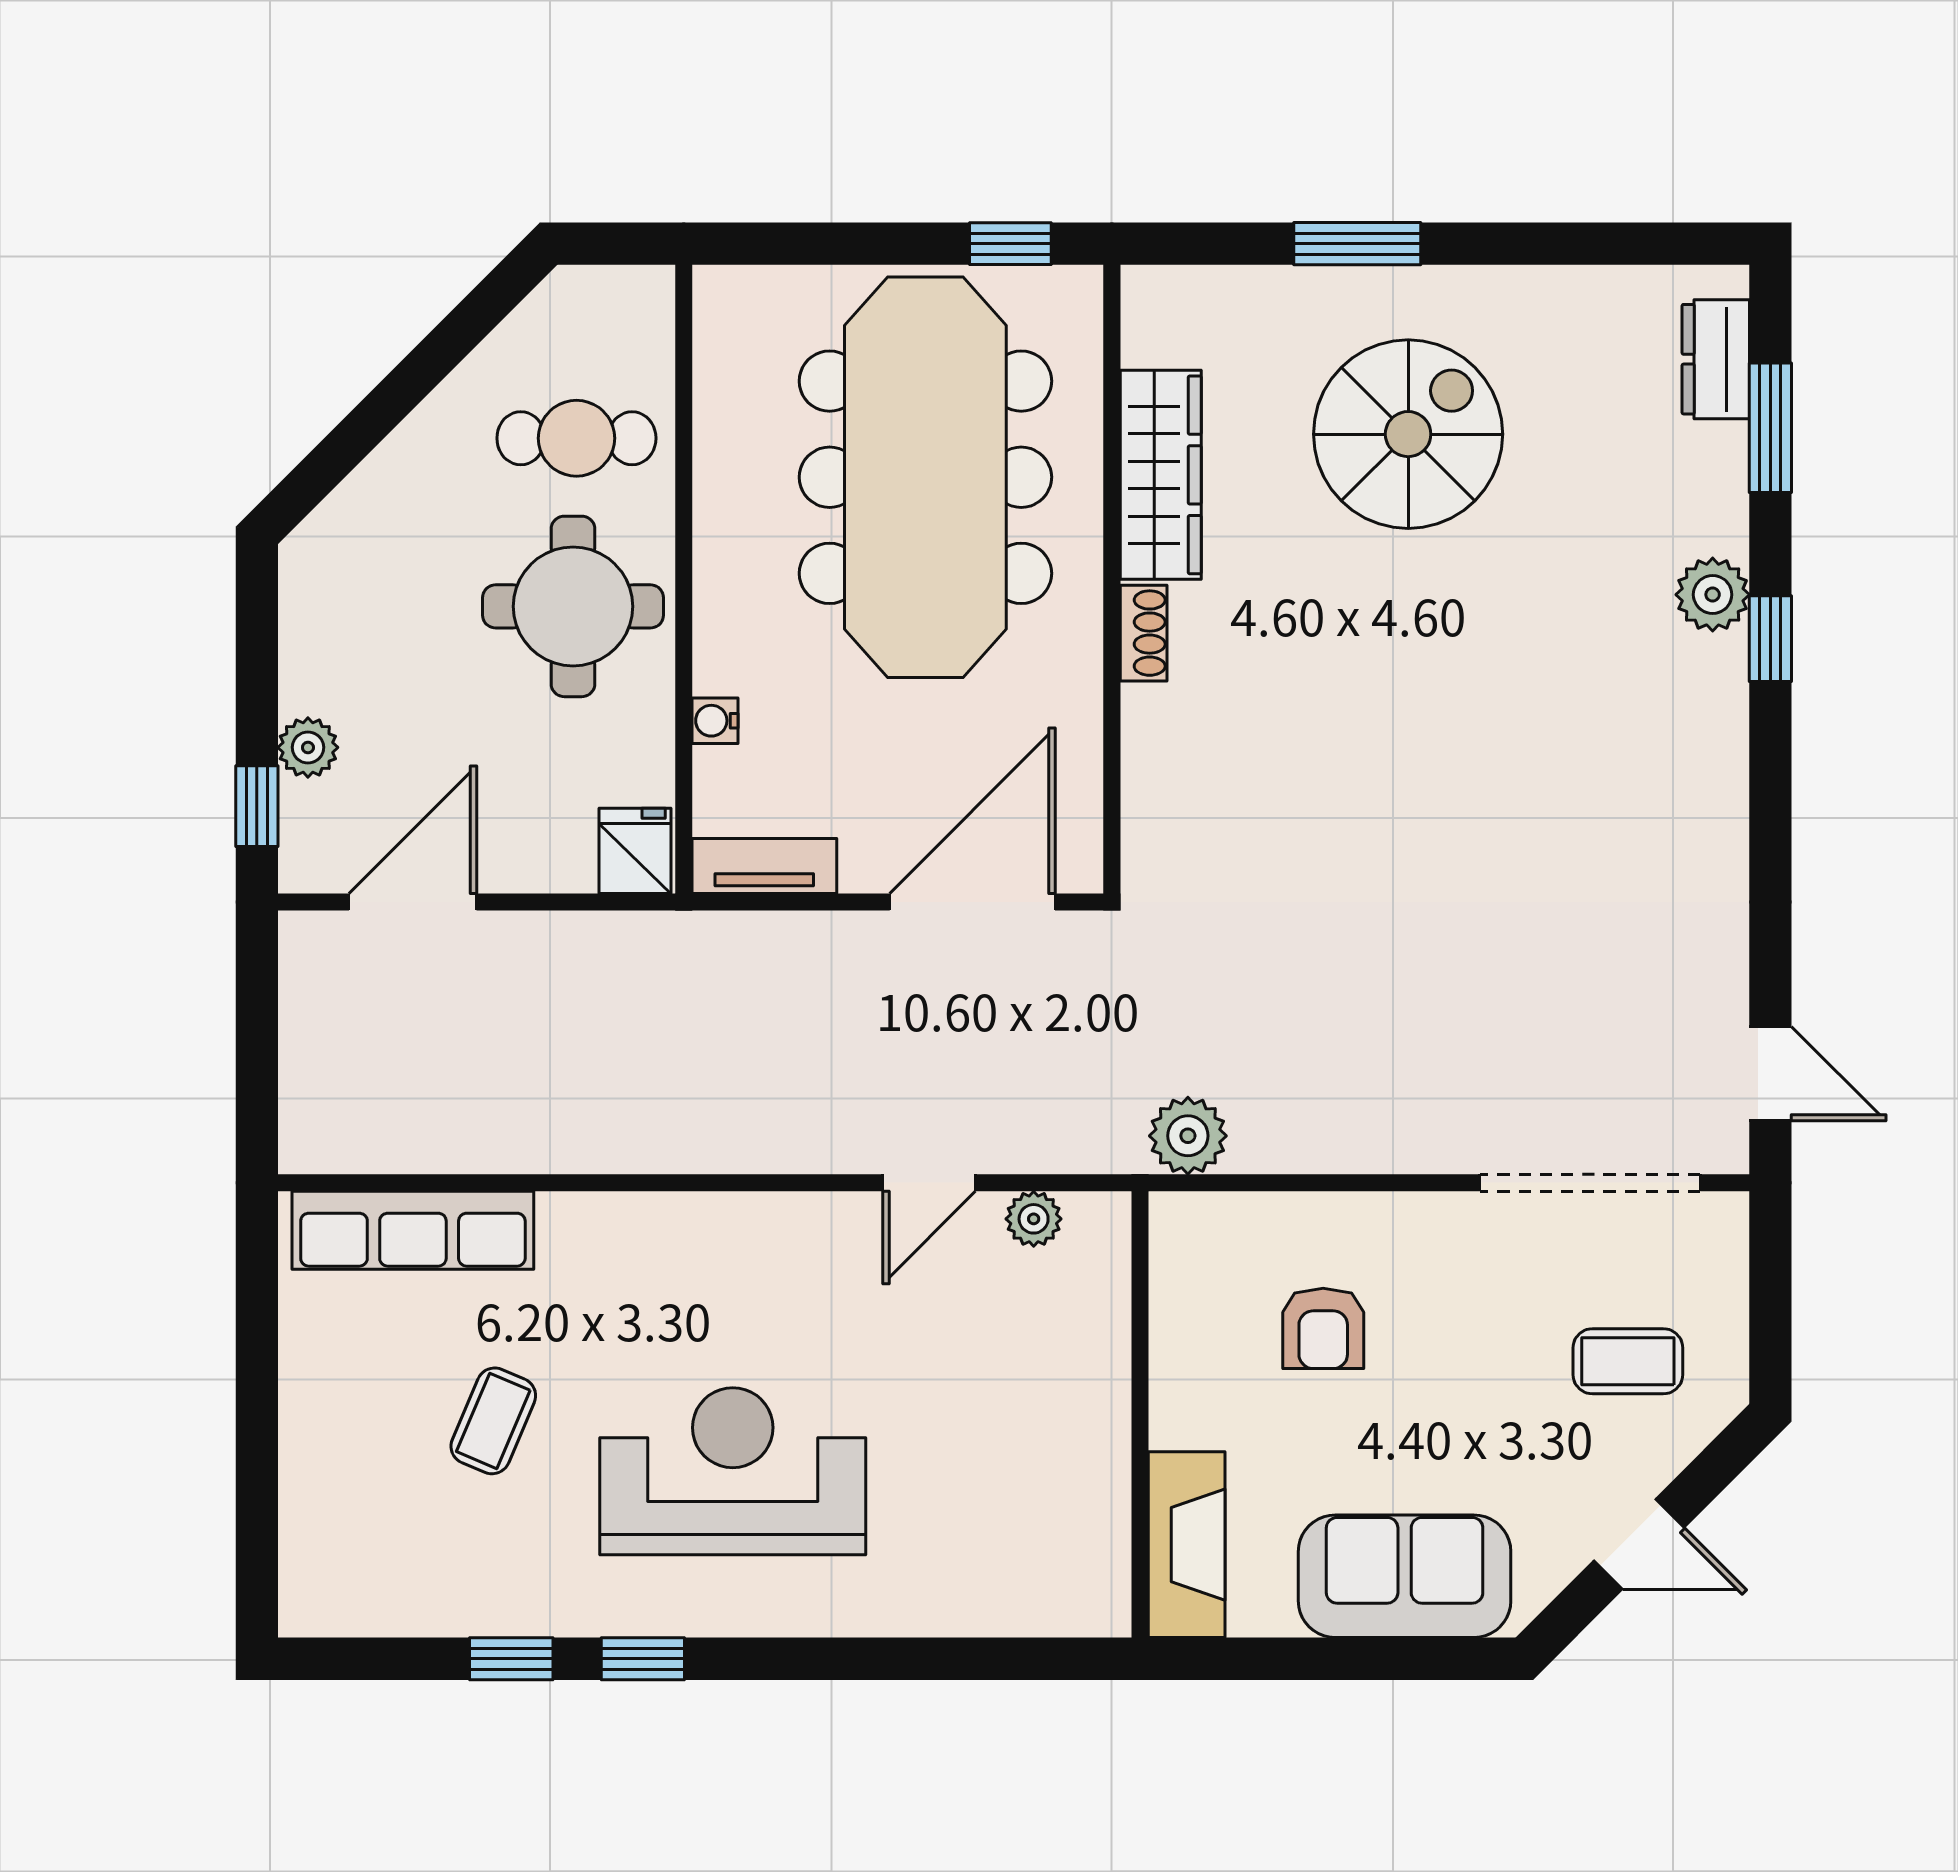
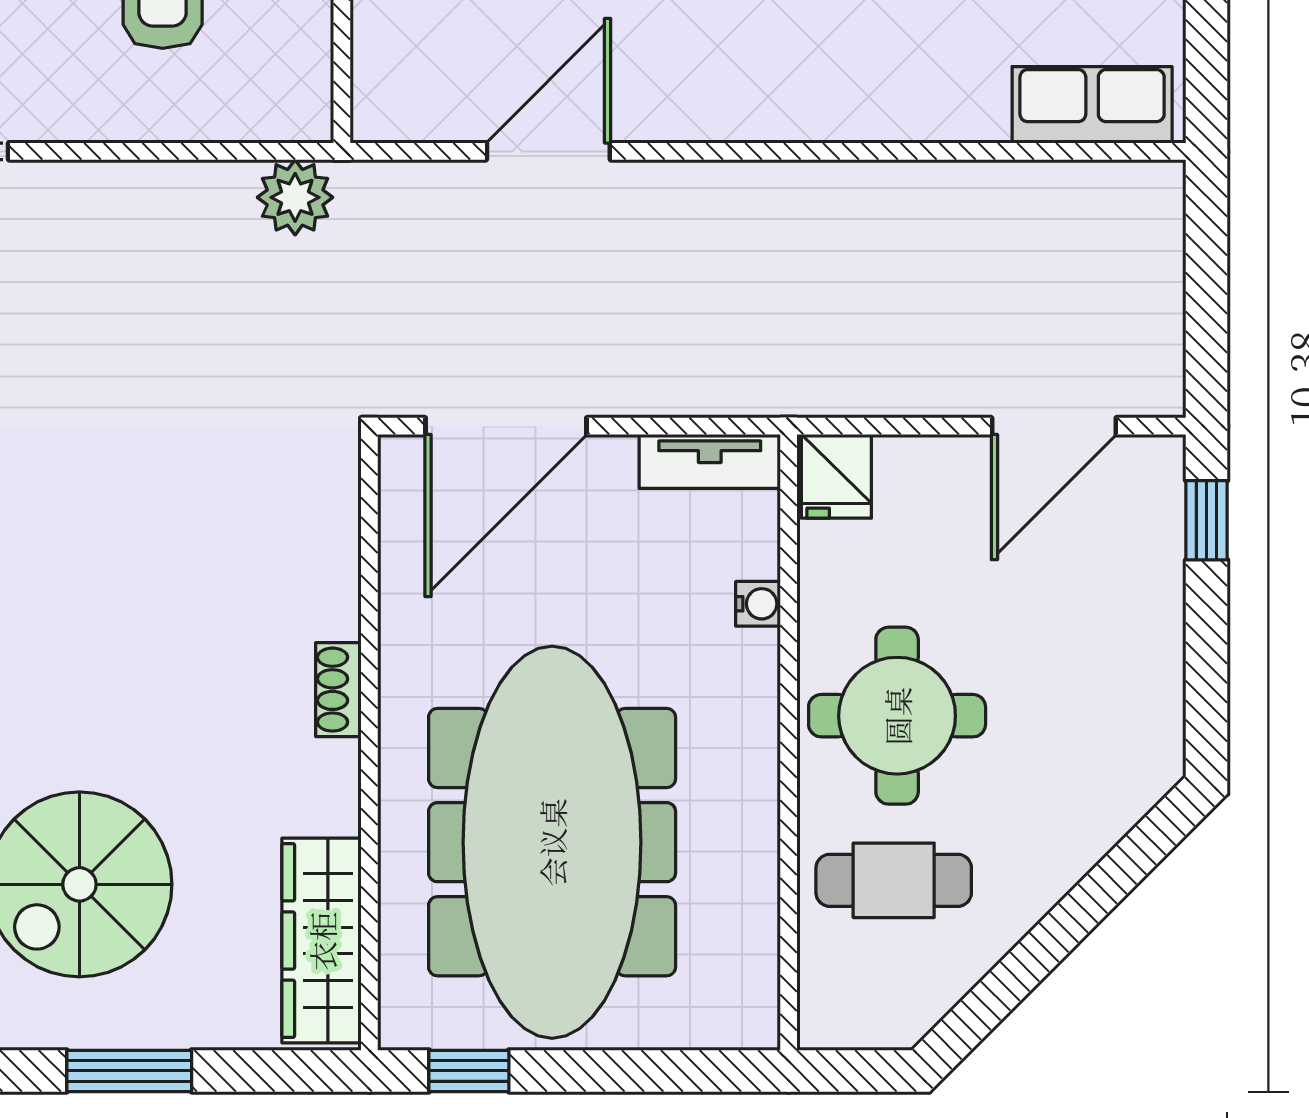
wardrobe: (1161, 475) -> (322, 941), moved
plant: (308, 747) -> (1157, 578), removed
door: (929, 1183) -> (548, 151), width x1.38
plant: (1034, 1219) -> (446, 116), removed
row of seats: (413, 1230) -> (1092, 105), width x0.68

